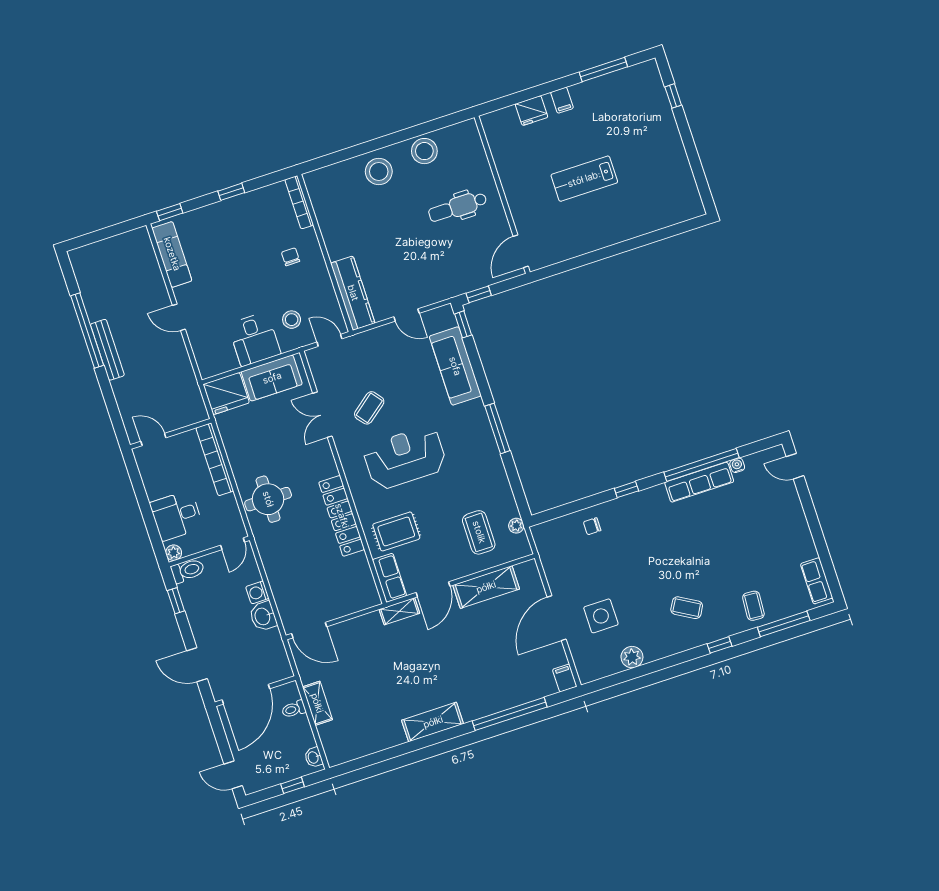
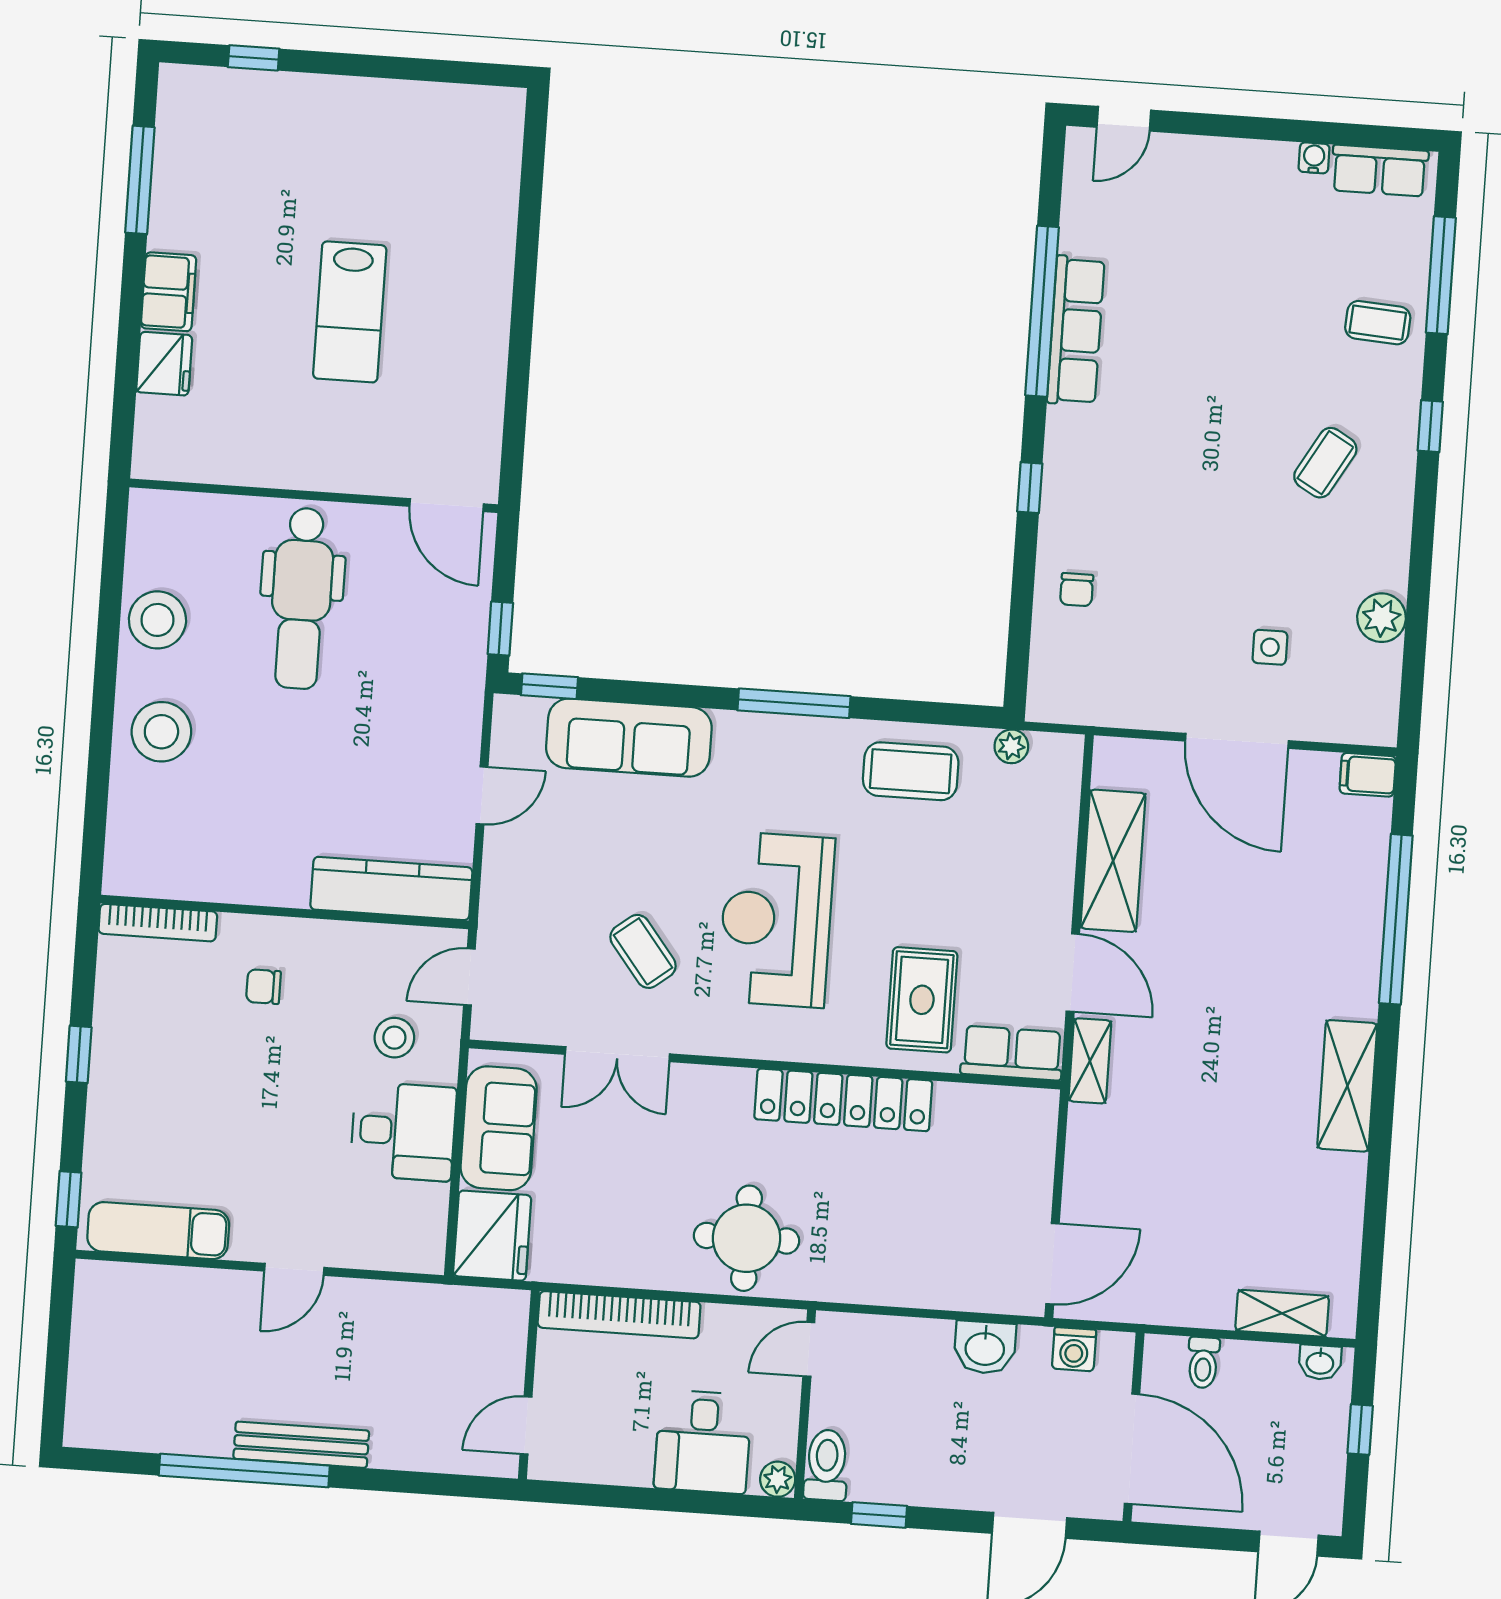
filing cabinet: (562, 100) -> (169, 292), width x2.00
dental chair: (458, 207) -> (301, 598), width x1.36, depth x1.38
water cooler: (737, 465) -> (1314, 158), moved, turned 90
coffee table: (479, 532) -> (911, 771), moved
door: (233, 544) -> (809, 1349), swing flipped
washing machine: (257, 592) -> (1074, 1349), moved
side table: (601, 616) -> (1270, 647), width x0.54, depth x0.54
shelving: (317, 703) -> (1282, 1313), moved

